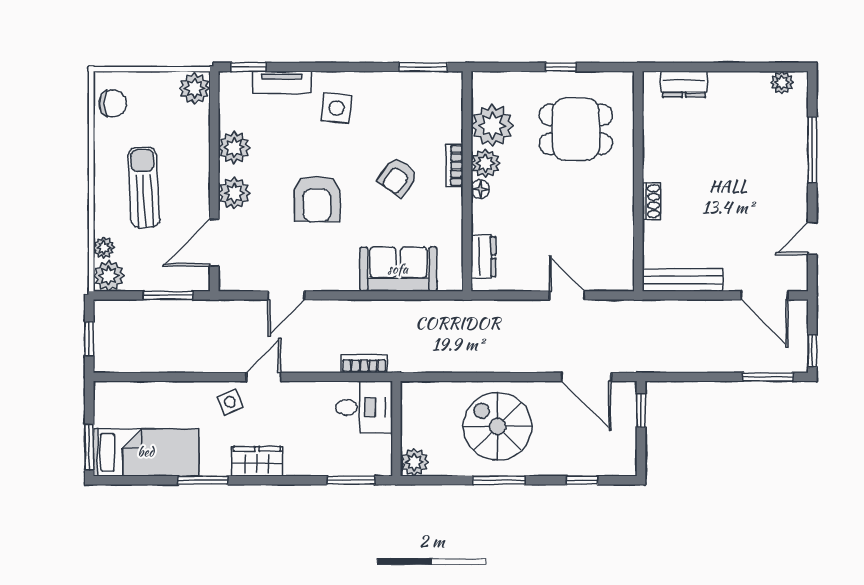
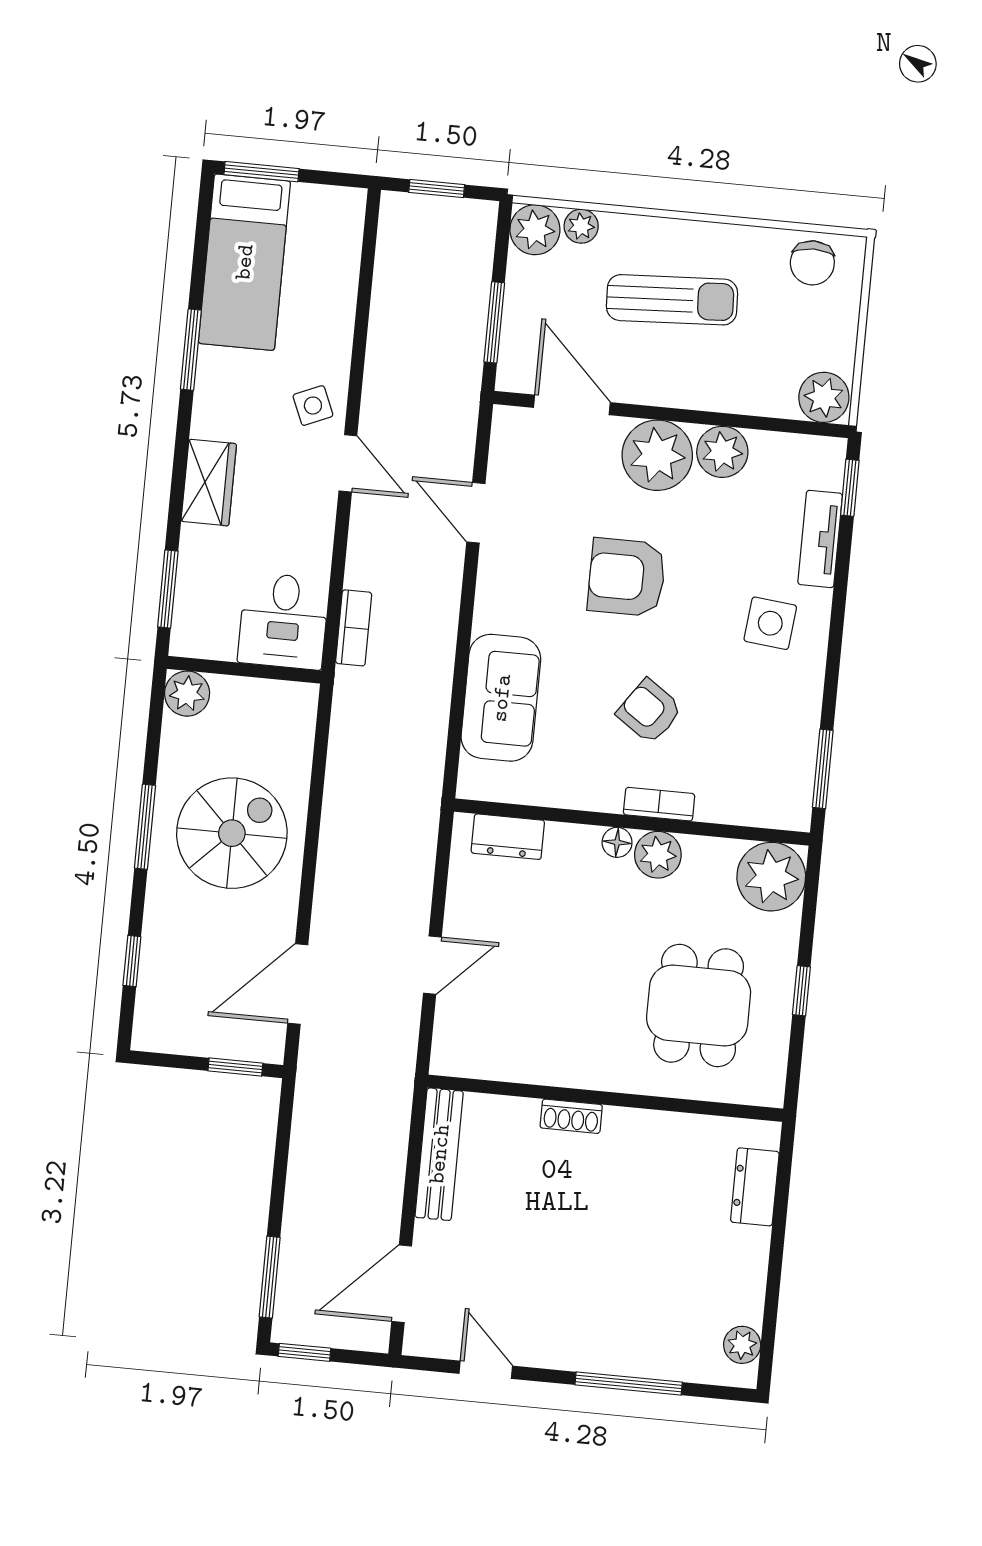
plant: (492, 125) -> (771, 877), moved
plant: (234, 193) -> (657, 455), width x1.36, depth x1.36
wardrobe: (257, 461) -> (209, 483), moved

